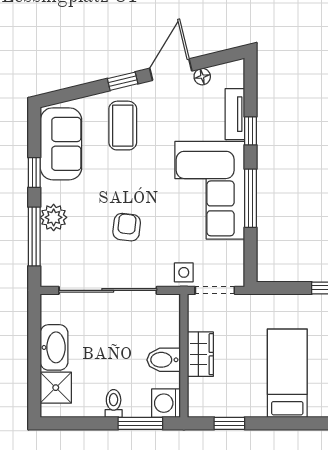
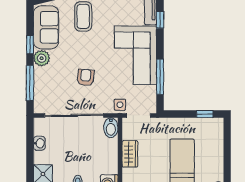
window: (250, 198) -> (160, 77), moved
plant: (54, 217) -> (42, 58), moved
washbasin: (54, 347) -> (39, 143), width x0.52, depth x0.69
bidet: (164, 360) -> (111, 128), moved, turned -90

